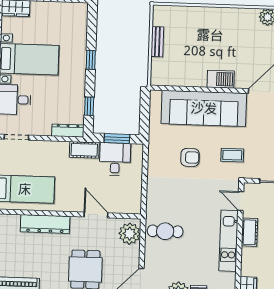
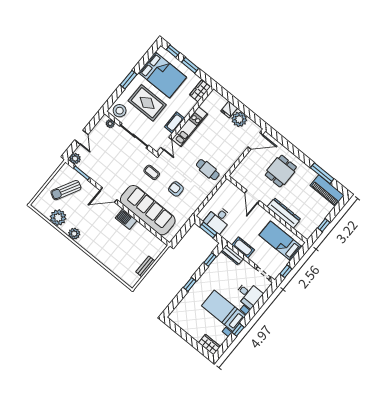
cot: (84, 150) -> (243, 247), moved
cafe table: (165, 231) -> (208, 170), moved
plant: (130, 234) -> (241, 172), removed

